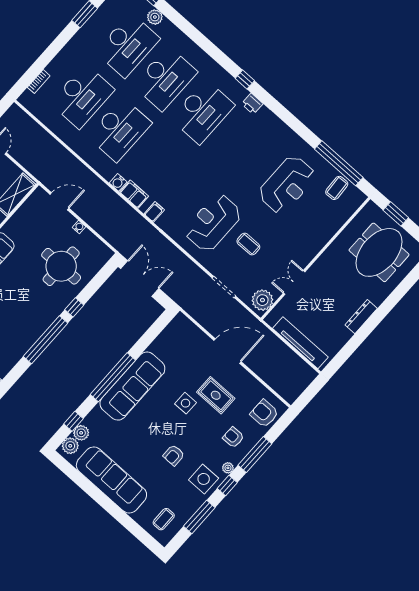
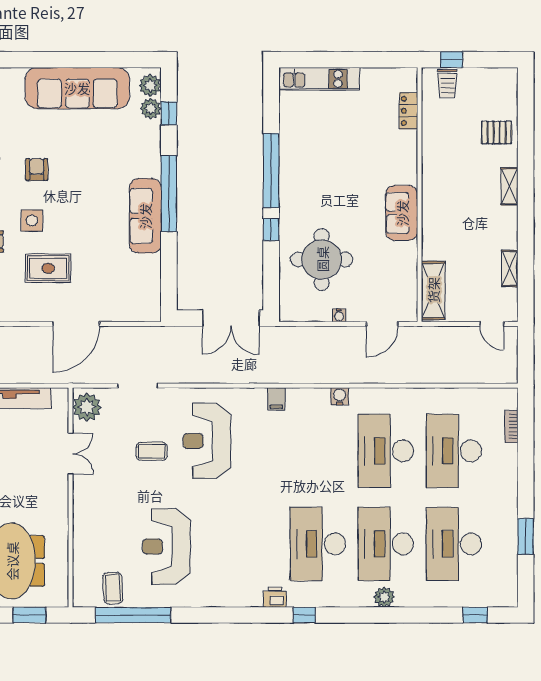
plant: (155, 17) -> (384, 597), moved
filing cabinet: (134, 194) -> (313, 399), removed
reception desk: (213, 223) -> (207, 441), turned 180
sofa: (132, 386) -> (145, 216), width x0.74, depth x0.79
side table: (186, 403) -> (32, 221), moved

